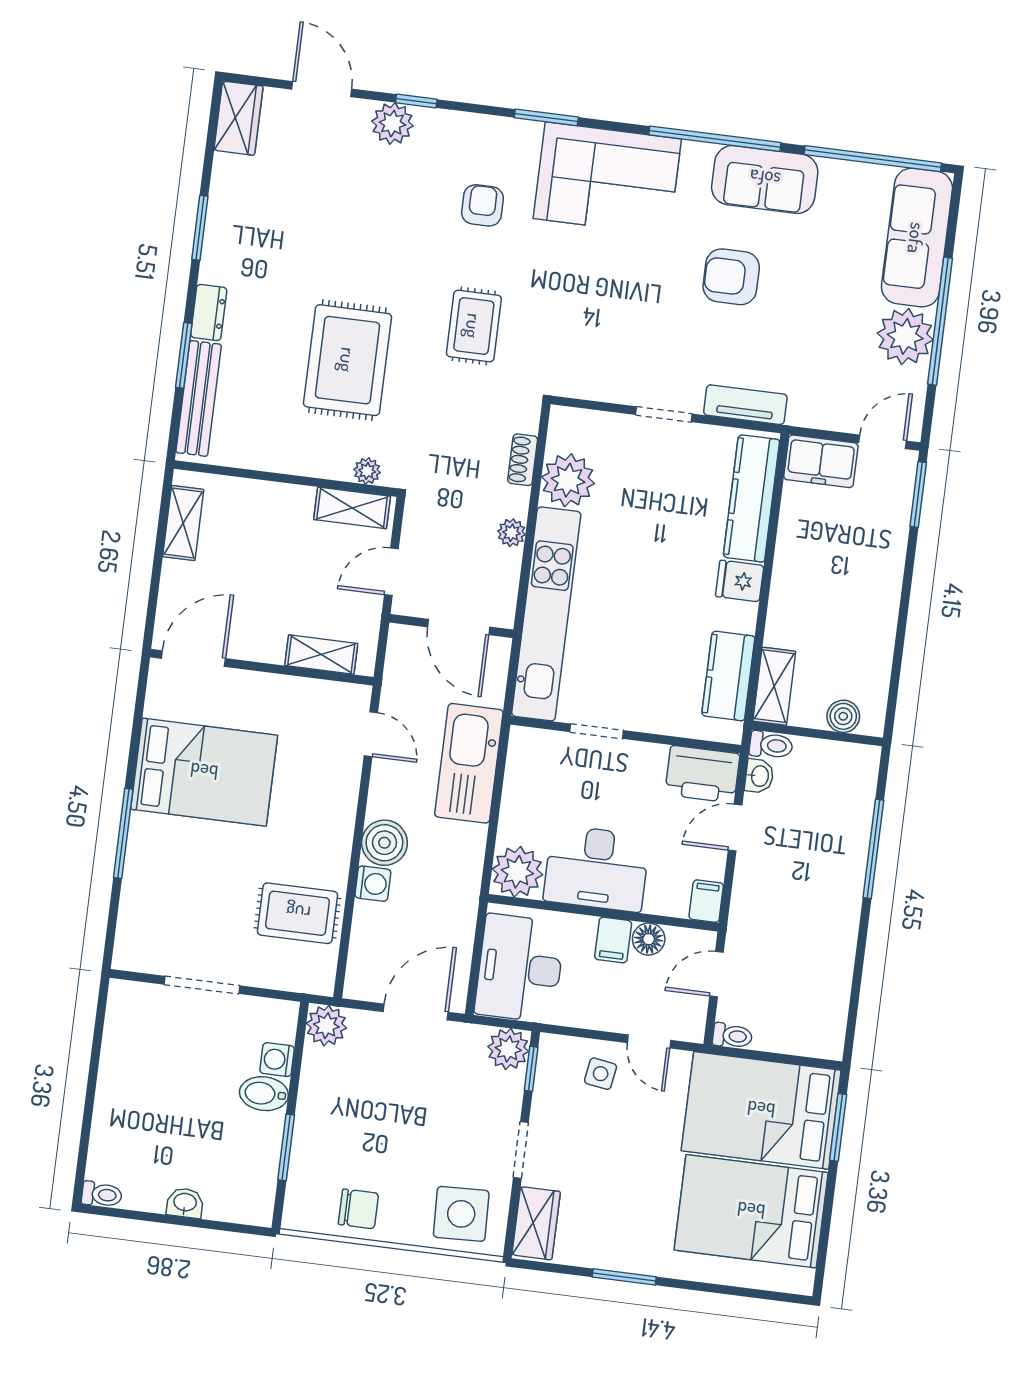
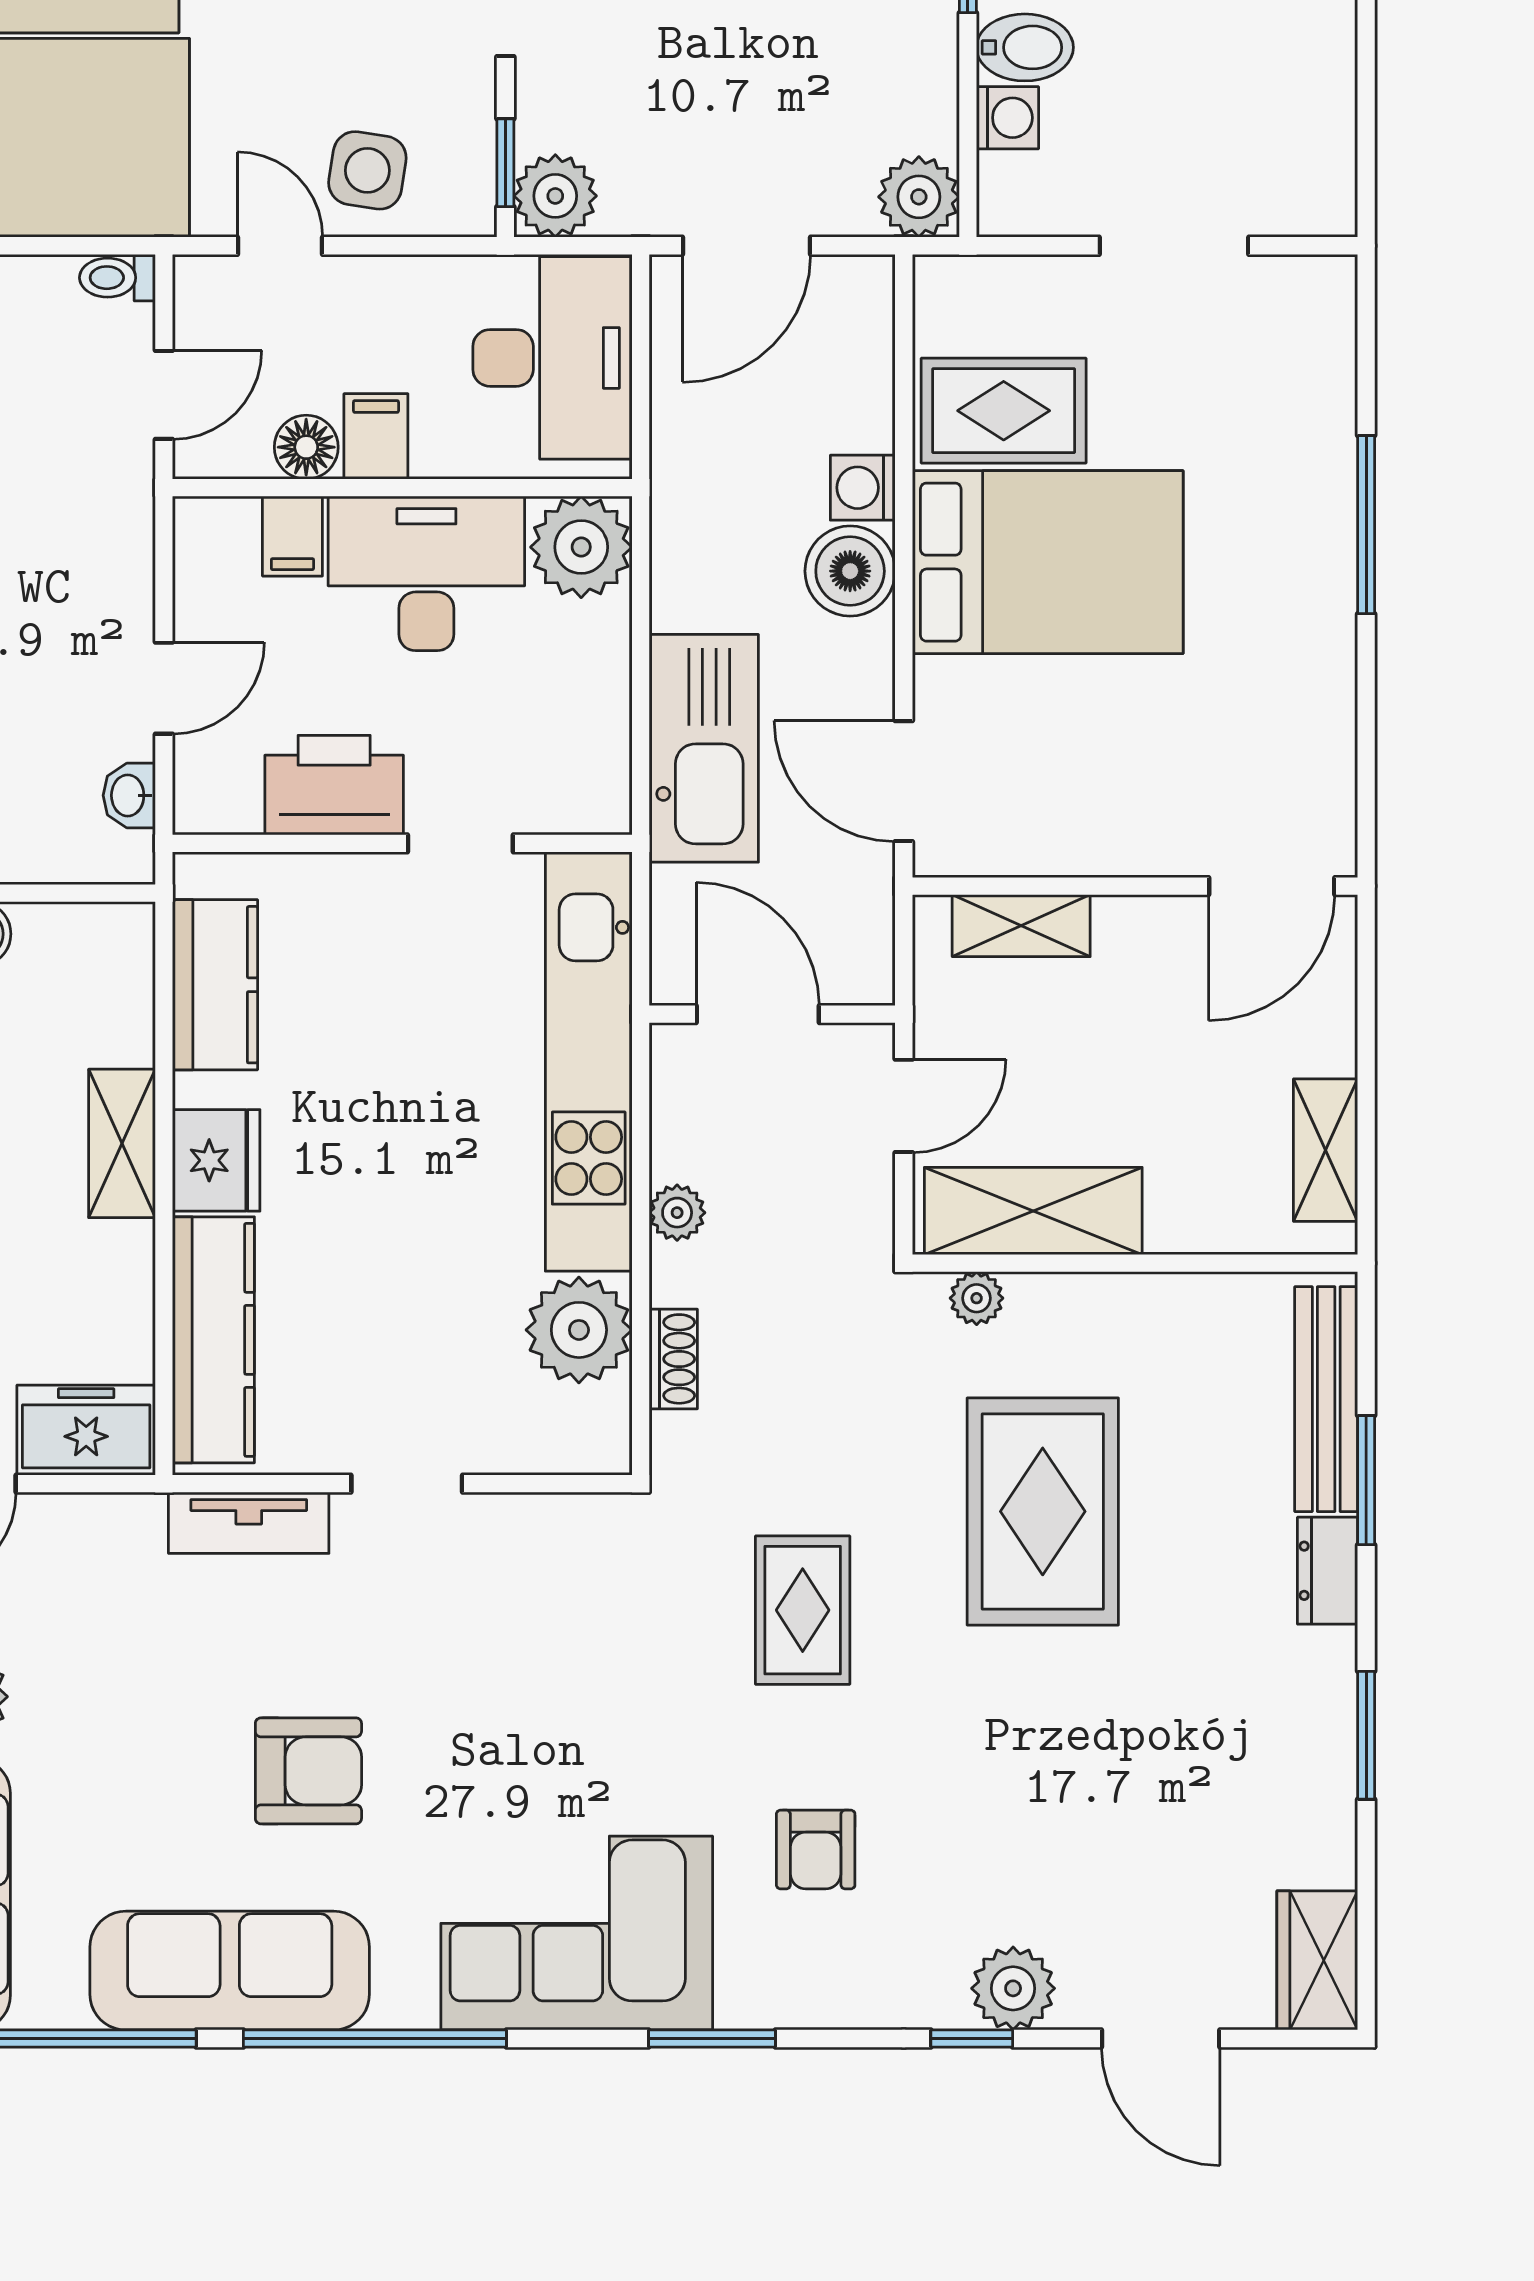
sofa: (765, 179) -> (230, 1971), width x1.36
shelving: (352, 508) -> (1033, 1211), width x1.50, depth x1.33
fridge: (740, 581) -> (216, 1160), width x1.38
shelving: (774, 686) -> (122, 1143), moved
door: (371, 734) -> (904, 781), width x1.38
toilet: (771, 745) -> (114, 859), removed
bed: (204, 772) -> (1048, 562), moved, turned 180
printer: (702, 774) -> (334, 785), moved
filing cabinet: (706, 901) -> (292, 536), moved
side table: (601, 1074) -> (367, 170), width x1.37, depth x1.37

